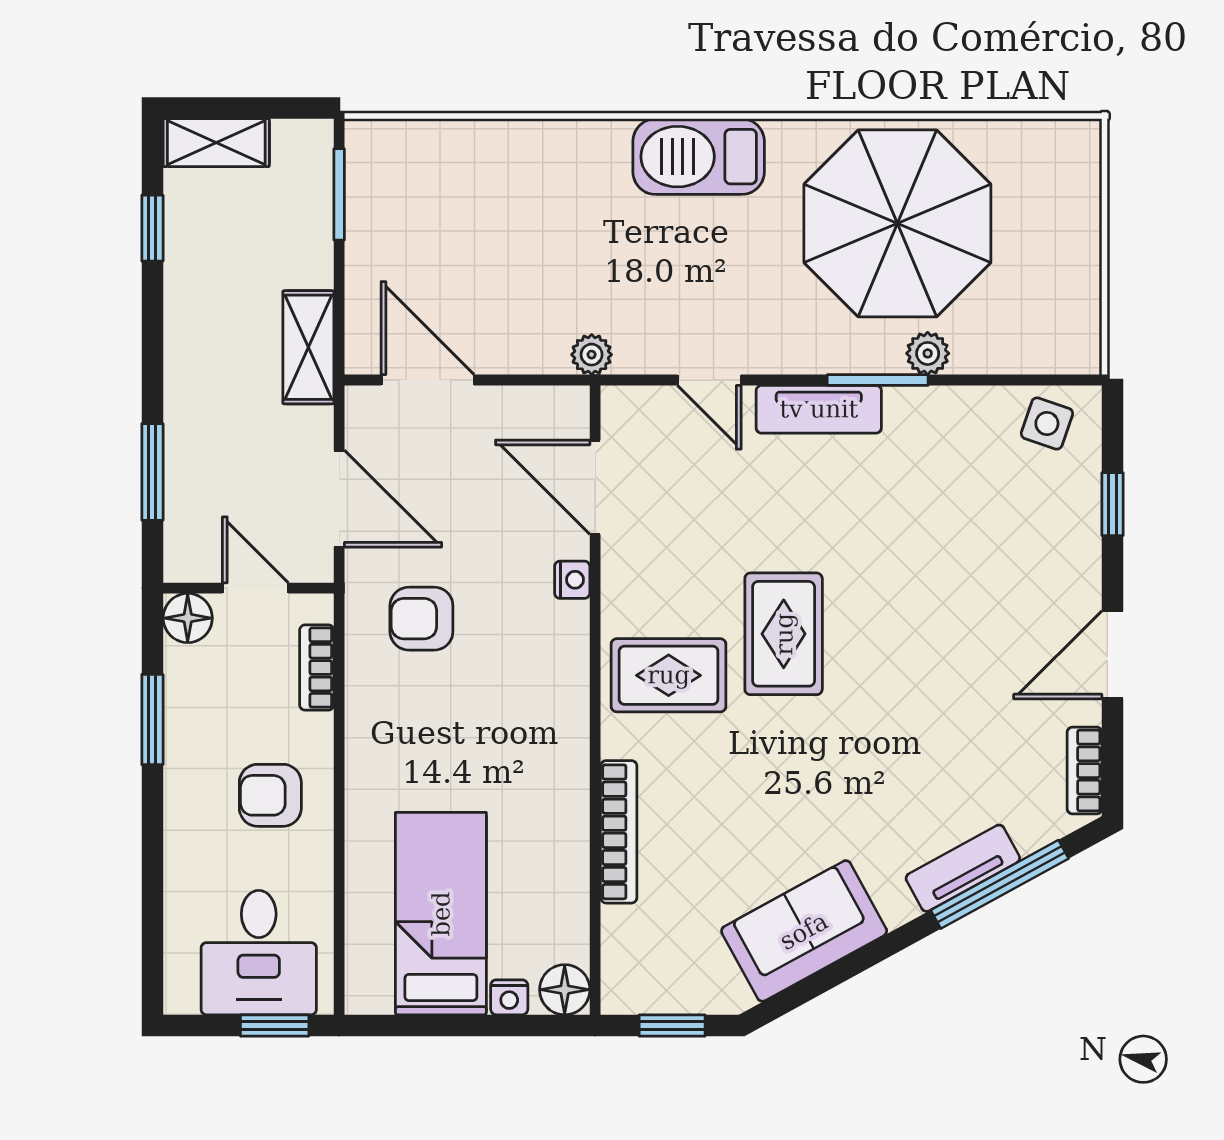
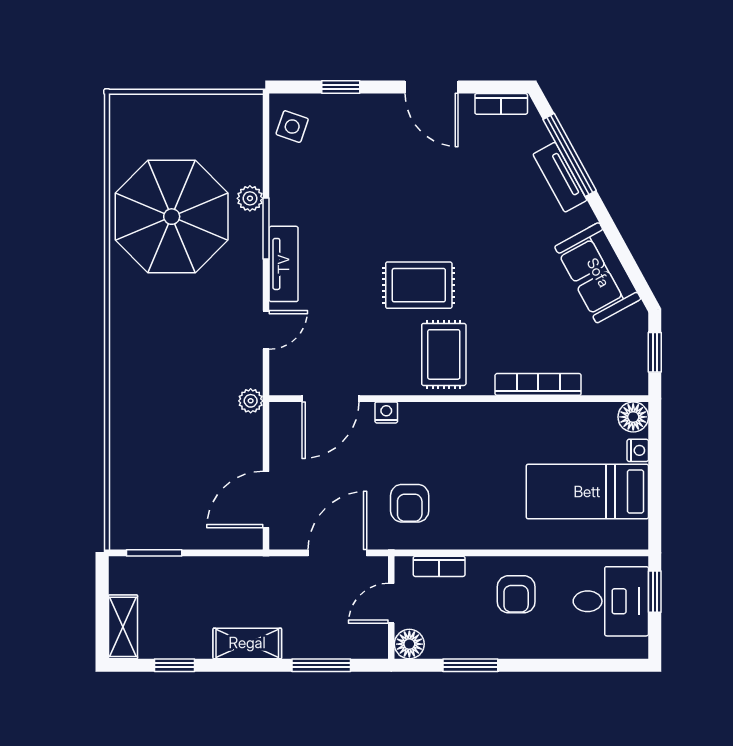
barbecue: (699, 157) -> (131, 336), removed
shelving: (308, 347) -> (247, 643), moved

